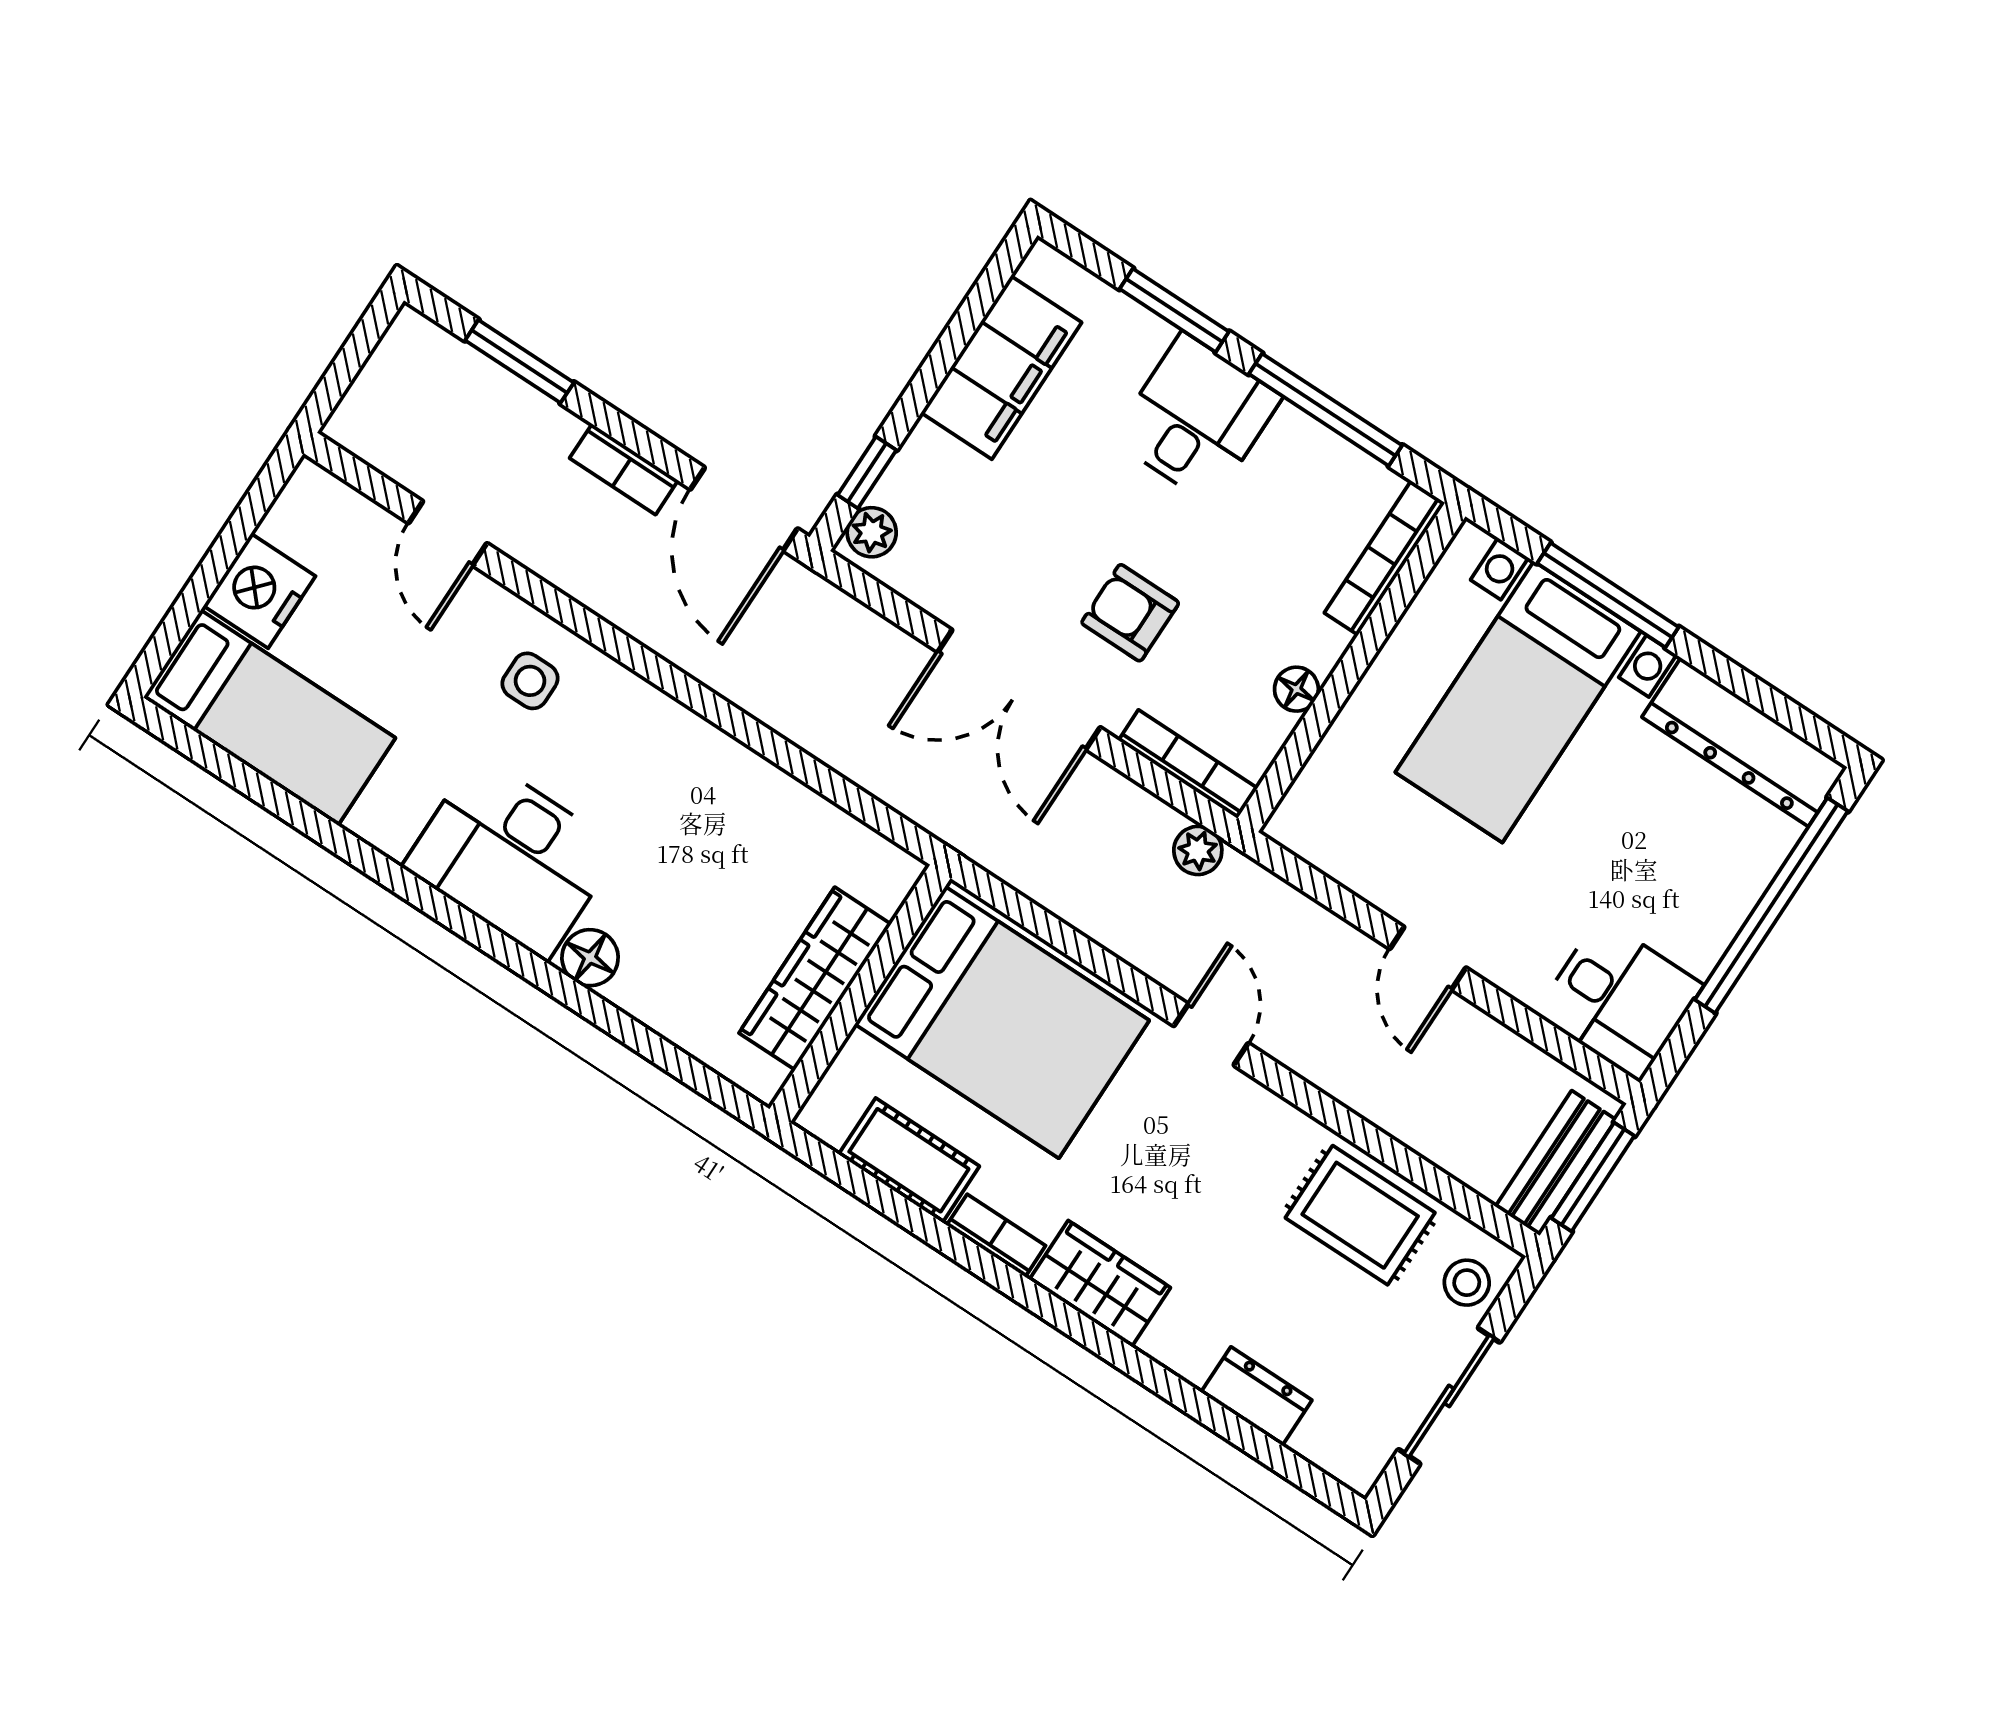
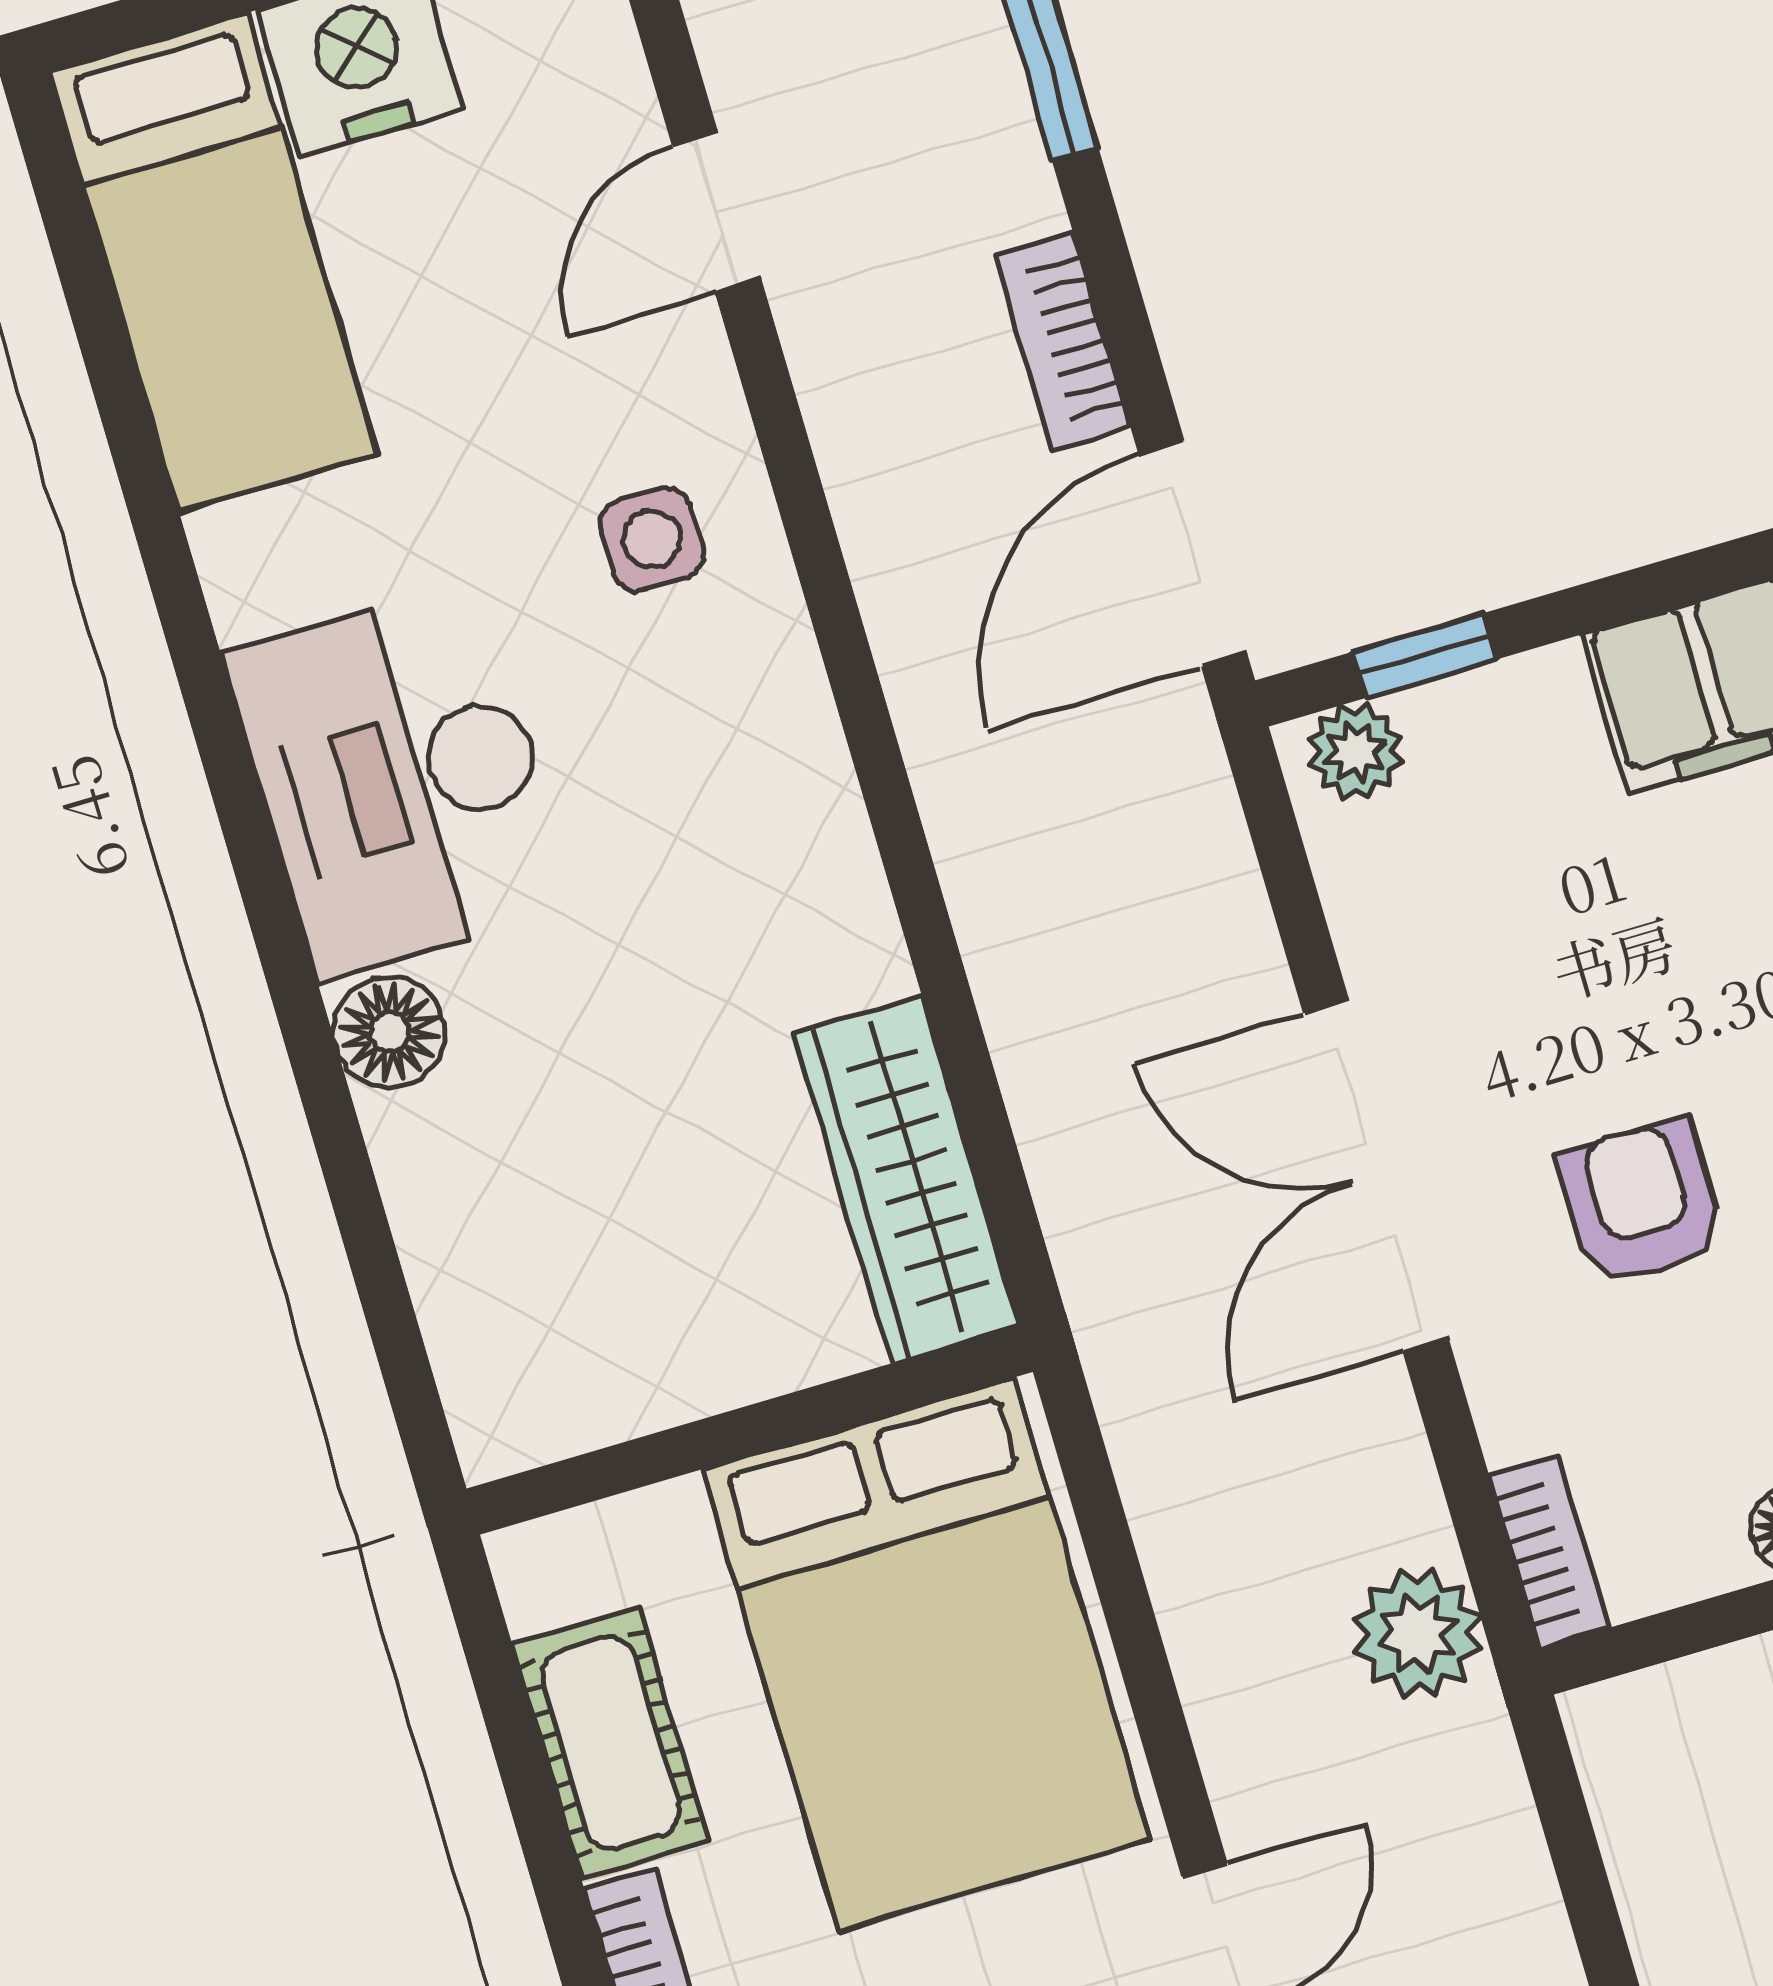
bookcase: (1188, 764) -> (1549, 1552), width x0.64
plant: (1198, 850) -> (1418, 1634), width x1.38, depth x1.38
wardrobe: (815, 979) -> (907, 1179), moved, turned -90

